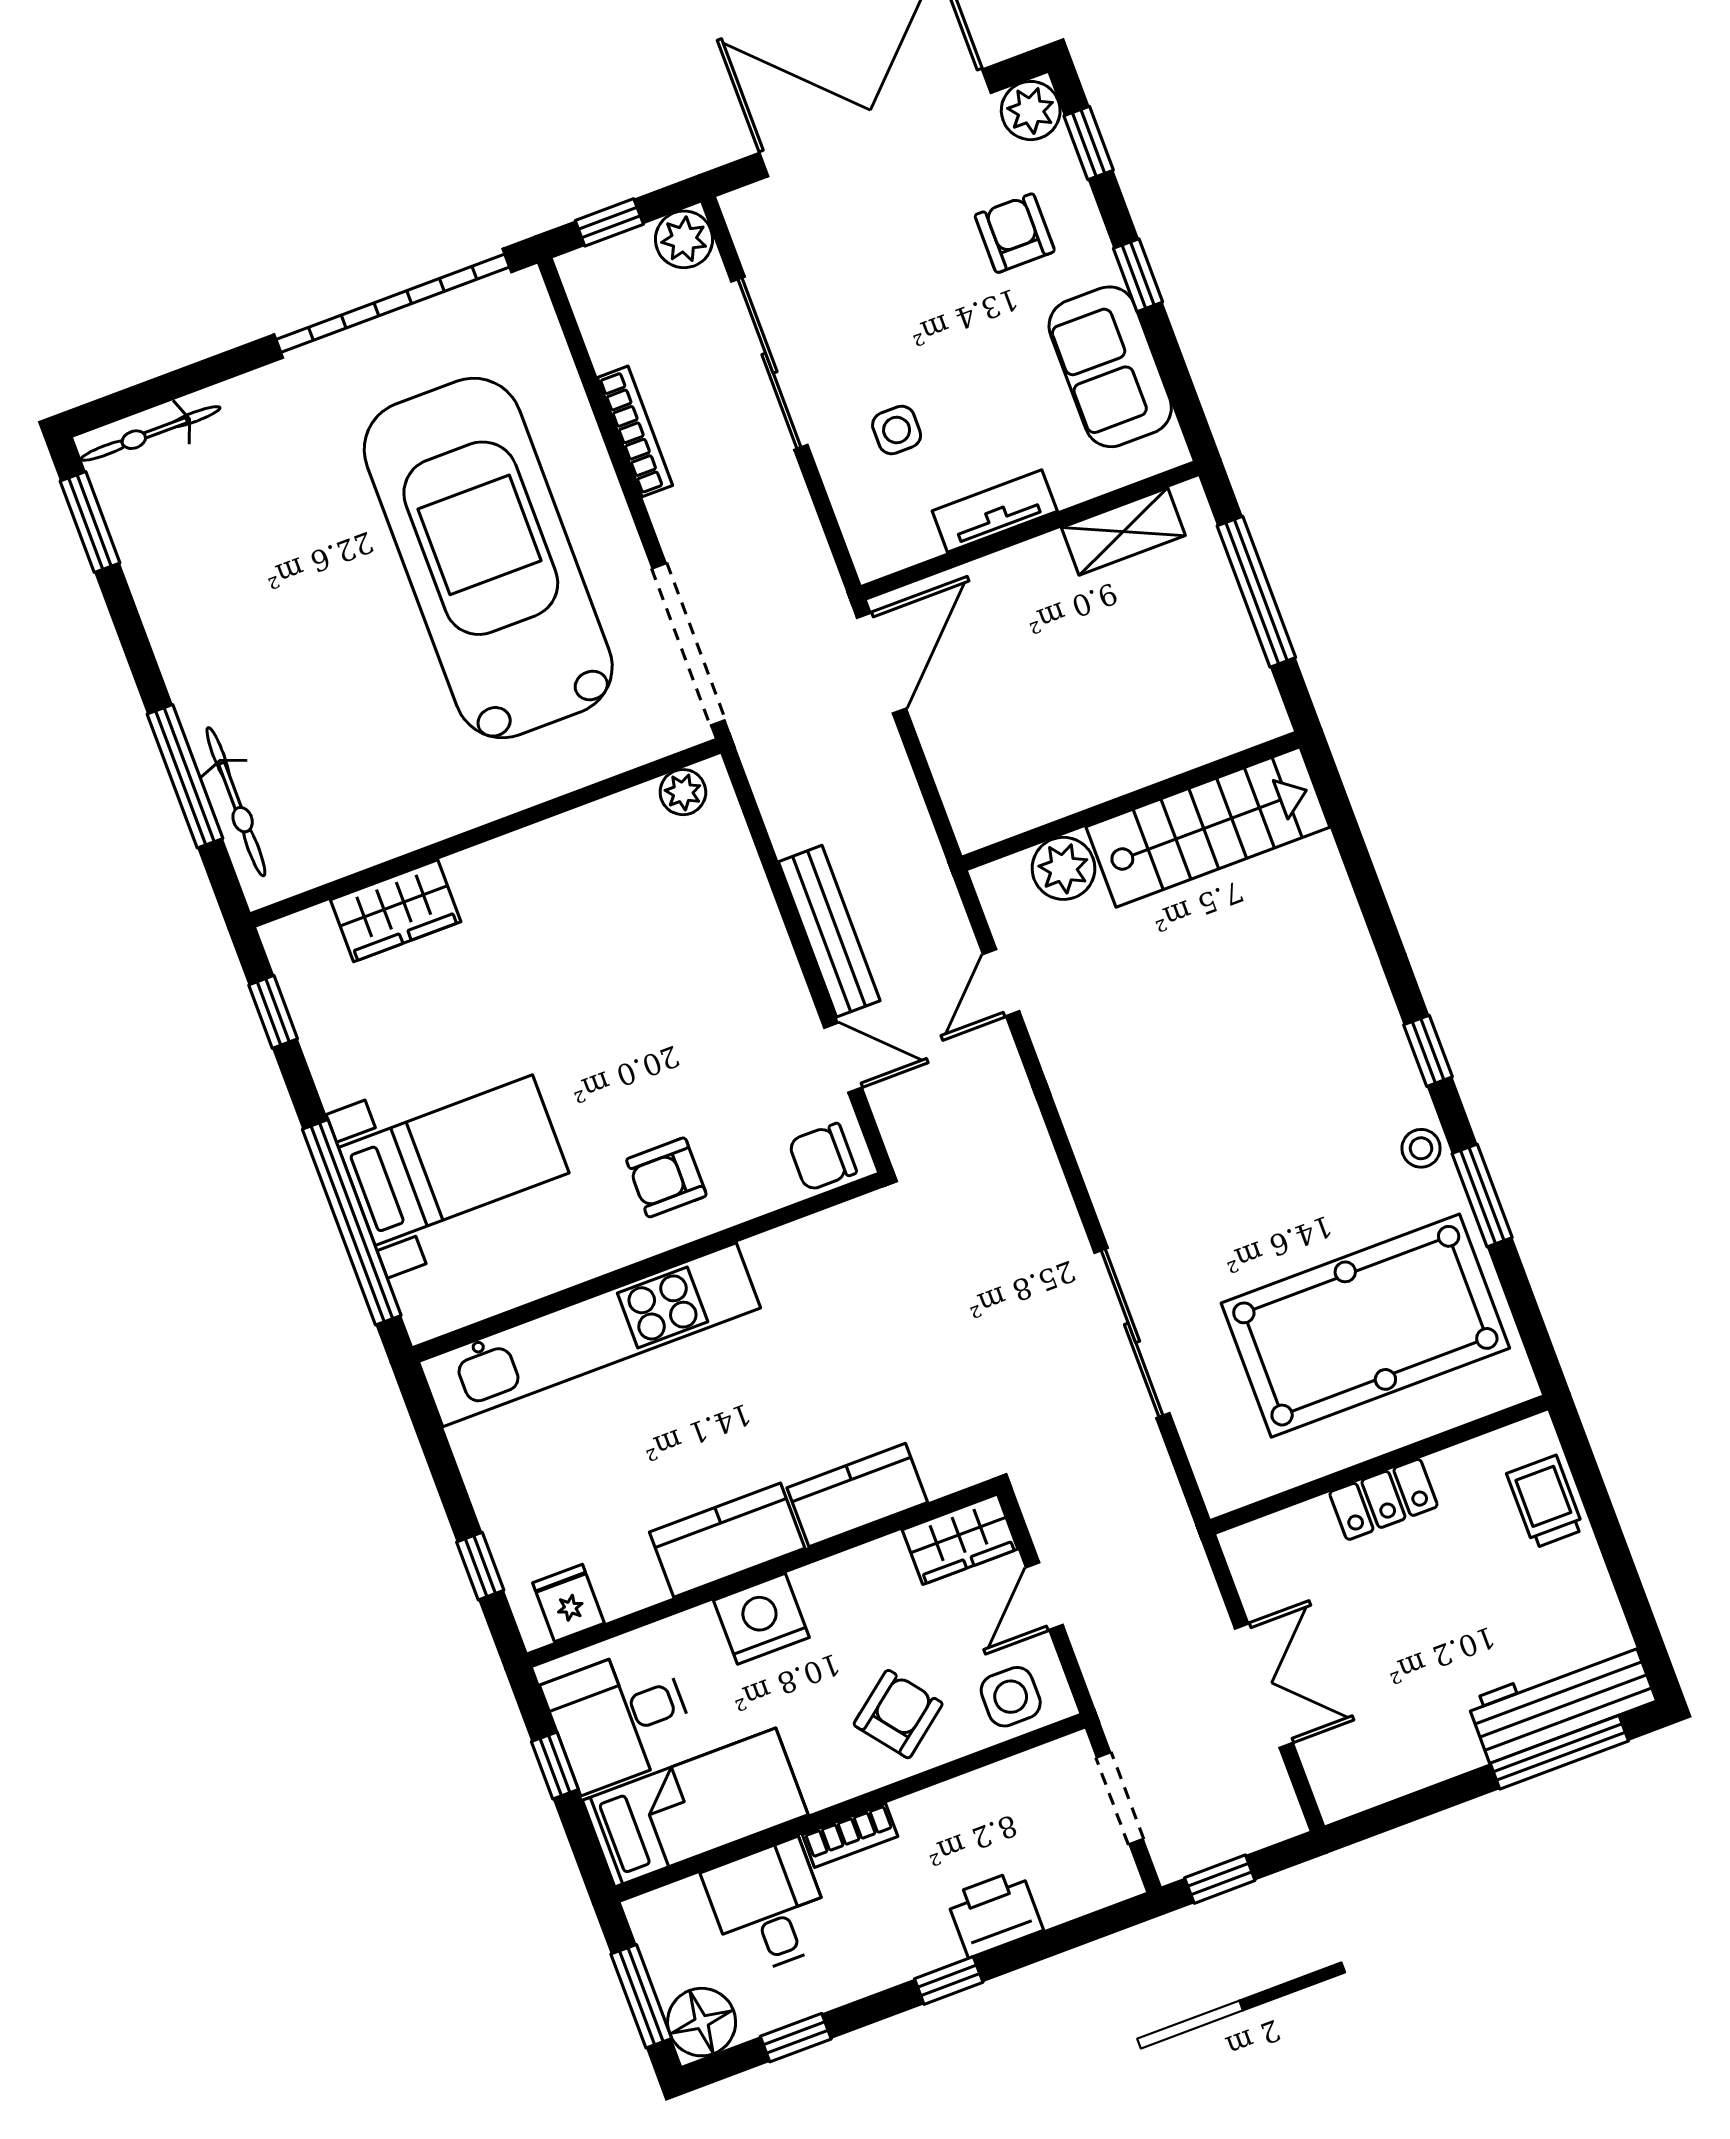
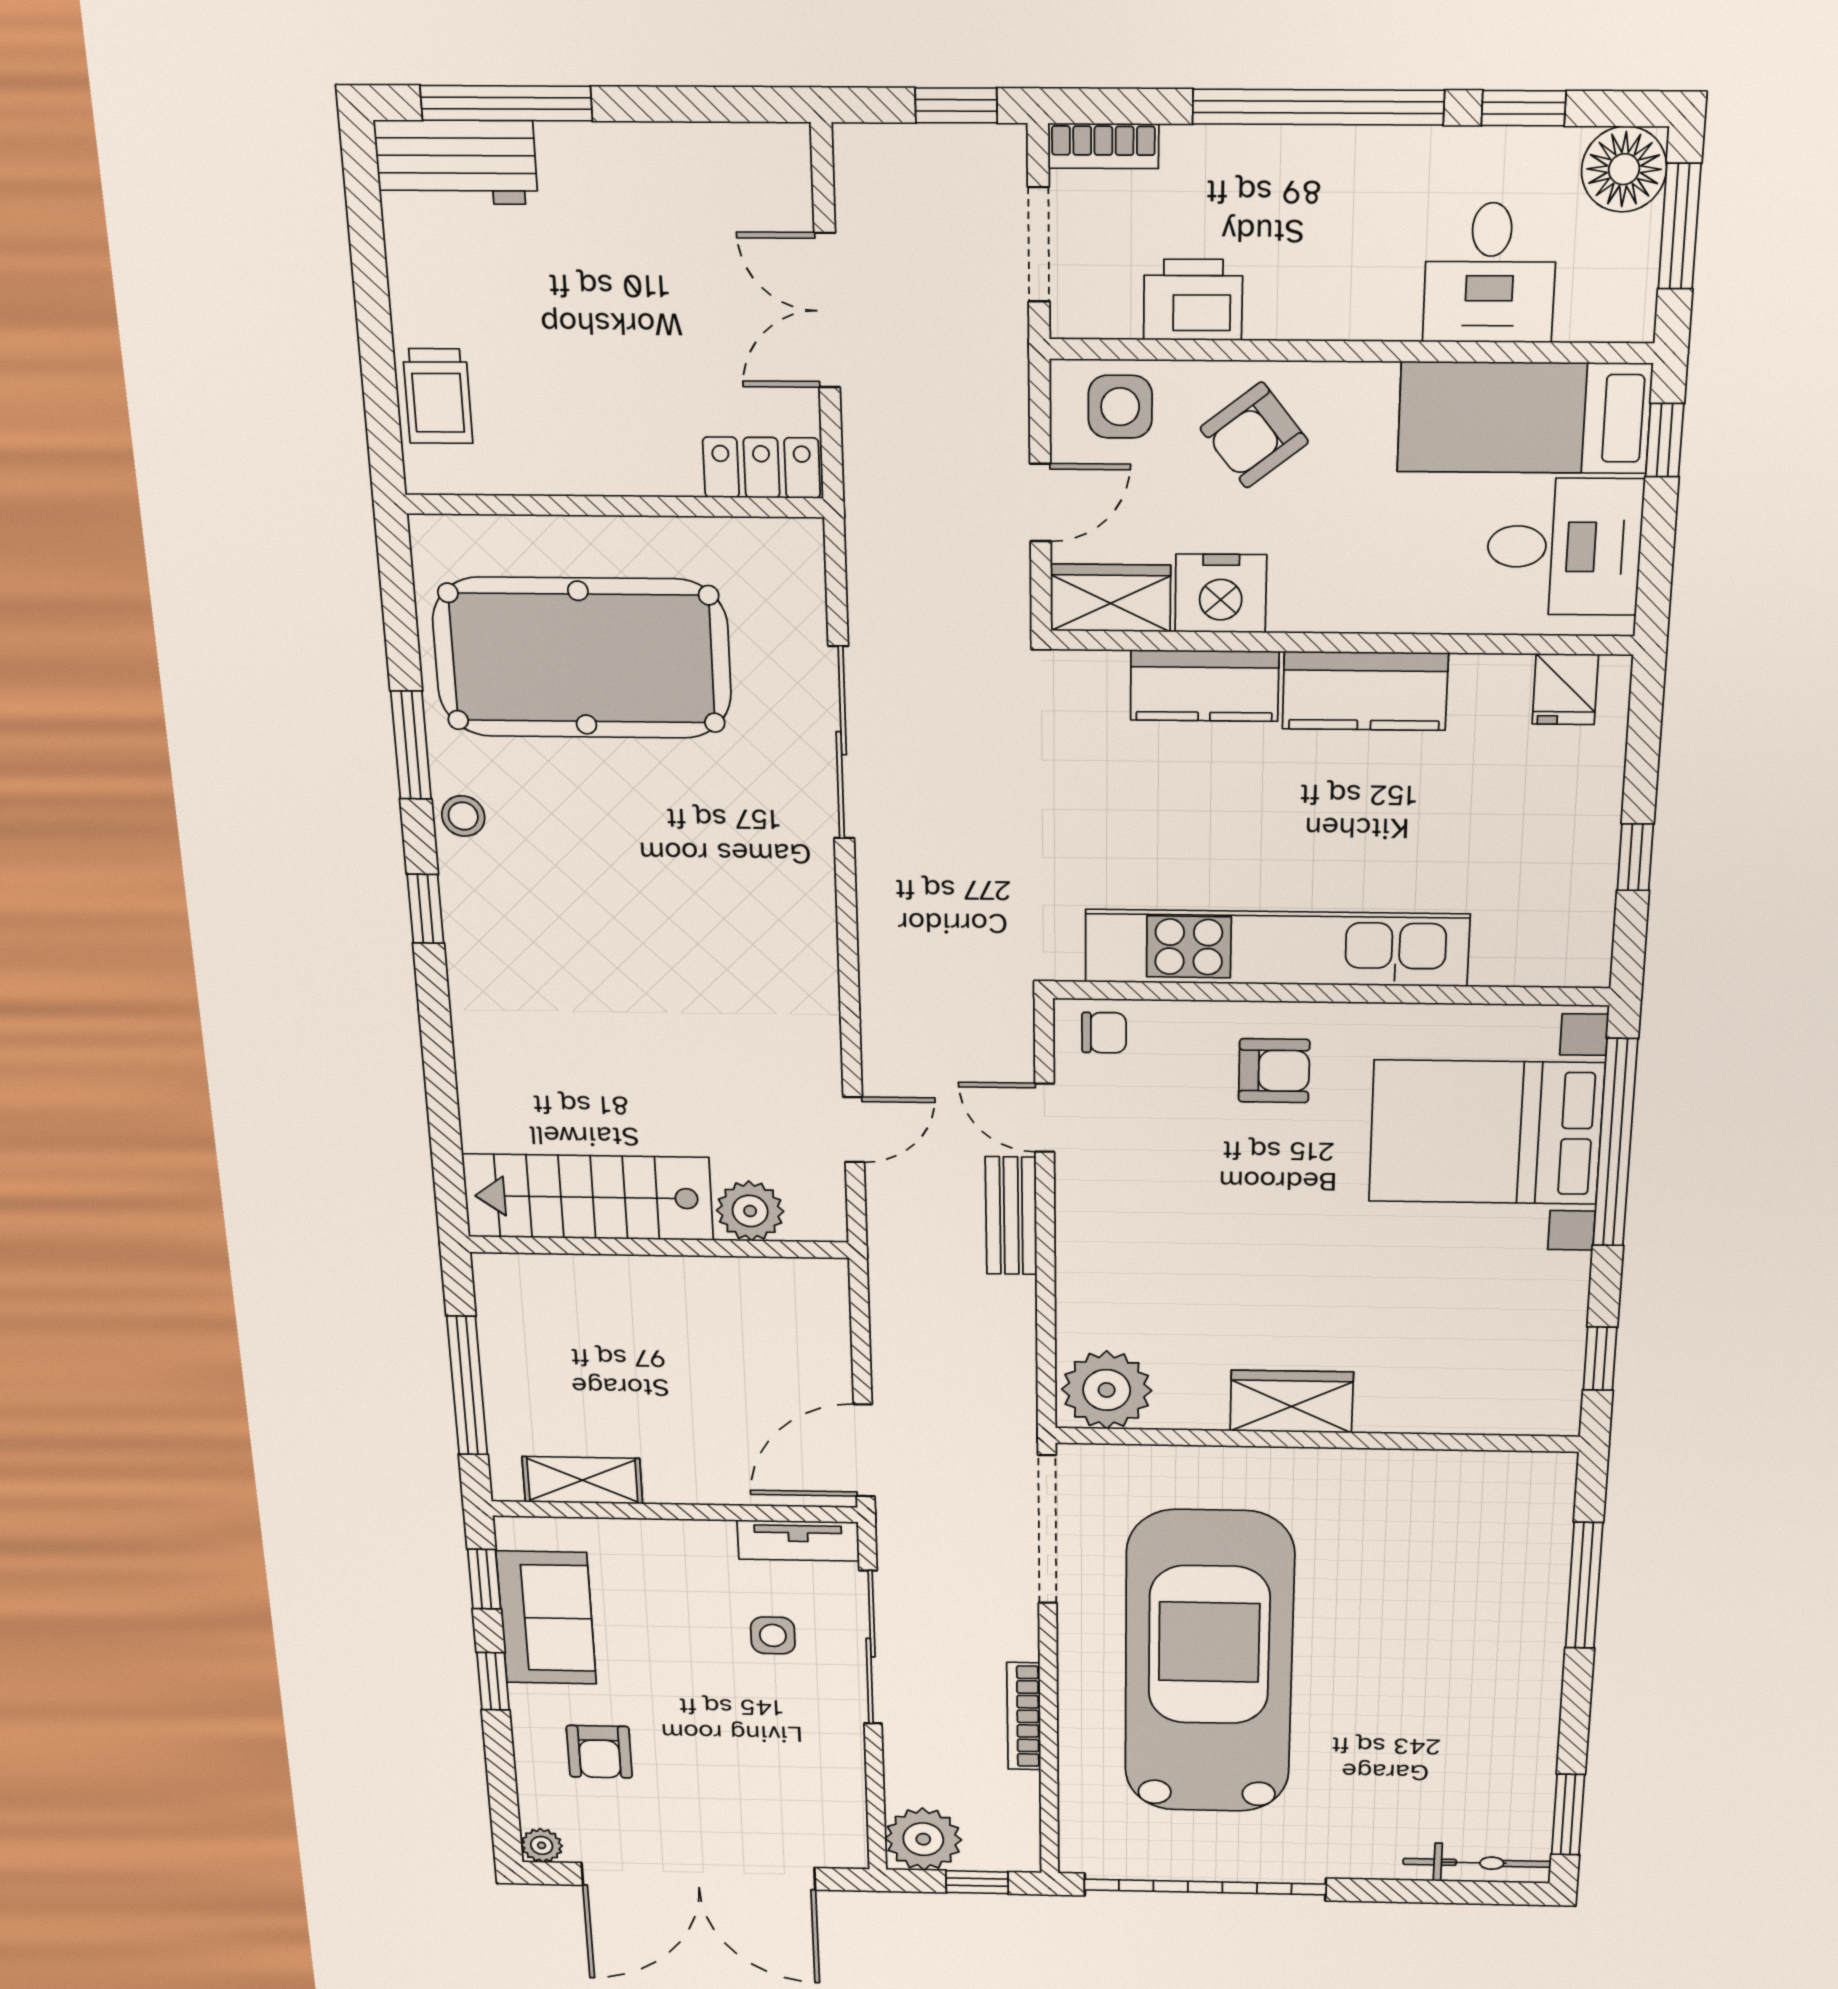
plant: (1031, 111) -> (542, 1845), width x0.73, depth x0.73
window: (1089, 143) -> (484, 1579), moved
plant: (684, 239) -> (923, 1839), width x1.36, depth x1.36
sliding door: (769, 363) -> (871, 1648), moved
tv unit: (995, 511) -> (798, 1541), moved
car: (488, 558) -> (1209, 1663), turned 180
plant: (683, 792) -> (1107, 1390), width x1.88, depth x1.88
bicycle: (236, 802) -> (1546, 1548), removed
wardrobe: (396, 911) -> (1292, 1402), moved
bench: (829, 931) -> (1011, 1216), width x0.73
chair: (822, 1157) -> (1104, 1033), width x0.73, depth x0.73
bed with nightstands: (454, 1160) -> (1486, 1132), width x1.36
kitchen unit: (589, 1335) -> (1277, 948), moved
locker: (1383, 1499) -> (762, 468), moved
window: (480, 1566) -> (1635, 857), moved
nightstand: (761, 1619) -> (1221, 593), moved
workbench: (1562, 1701) -> (456, 162), width x0.73
window: (555, 1766) -> (1665, 440), moved
bookcase: (850, 1836) -> (1103, 146), moved, turned 180
printer: (995, 1913) -> (1193, 300), moved, turned 180
window: (949, 1980) -> (1318, 107), width x3.17

